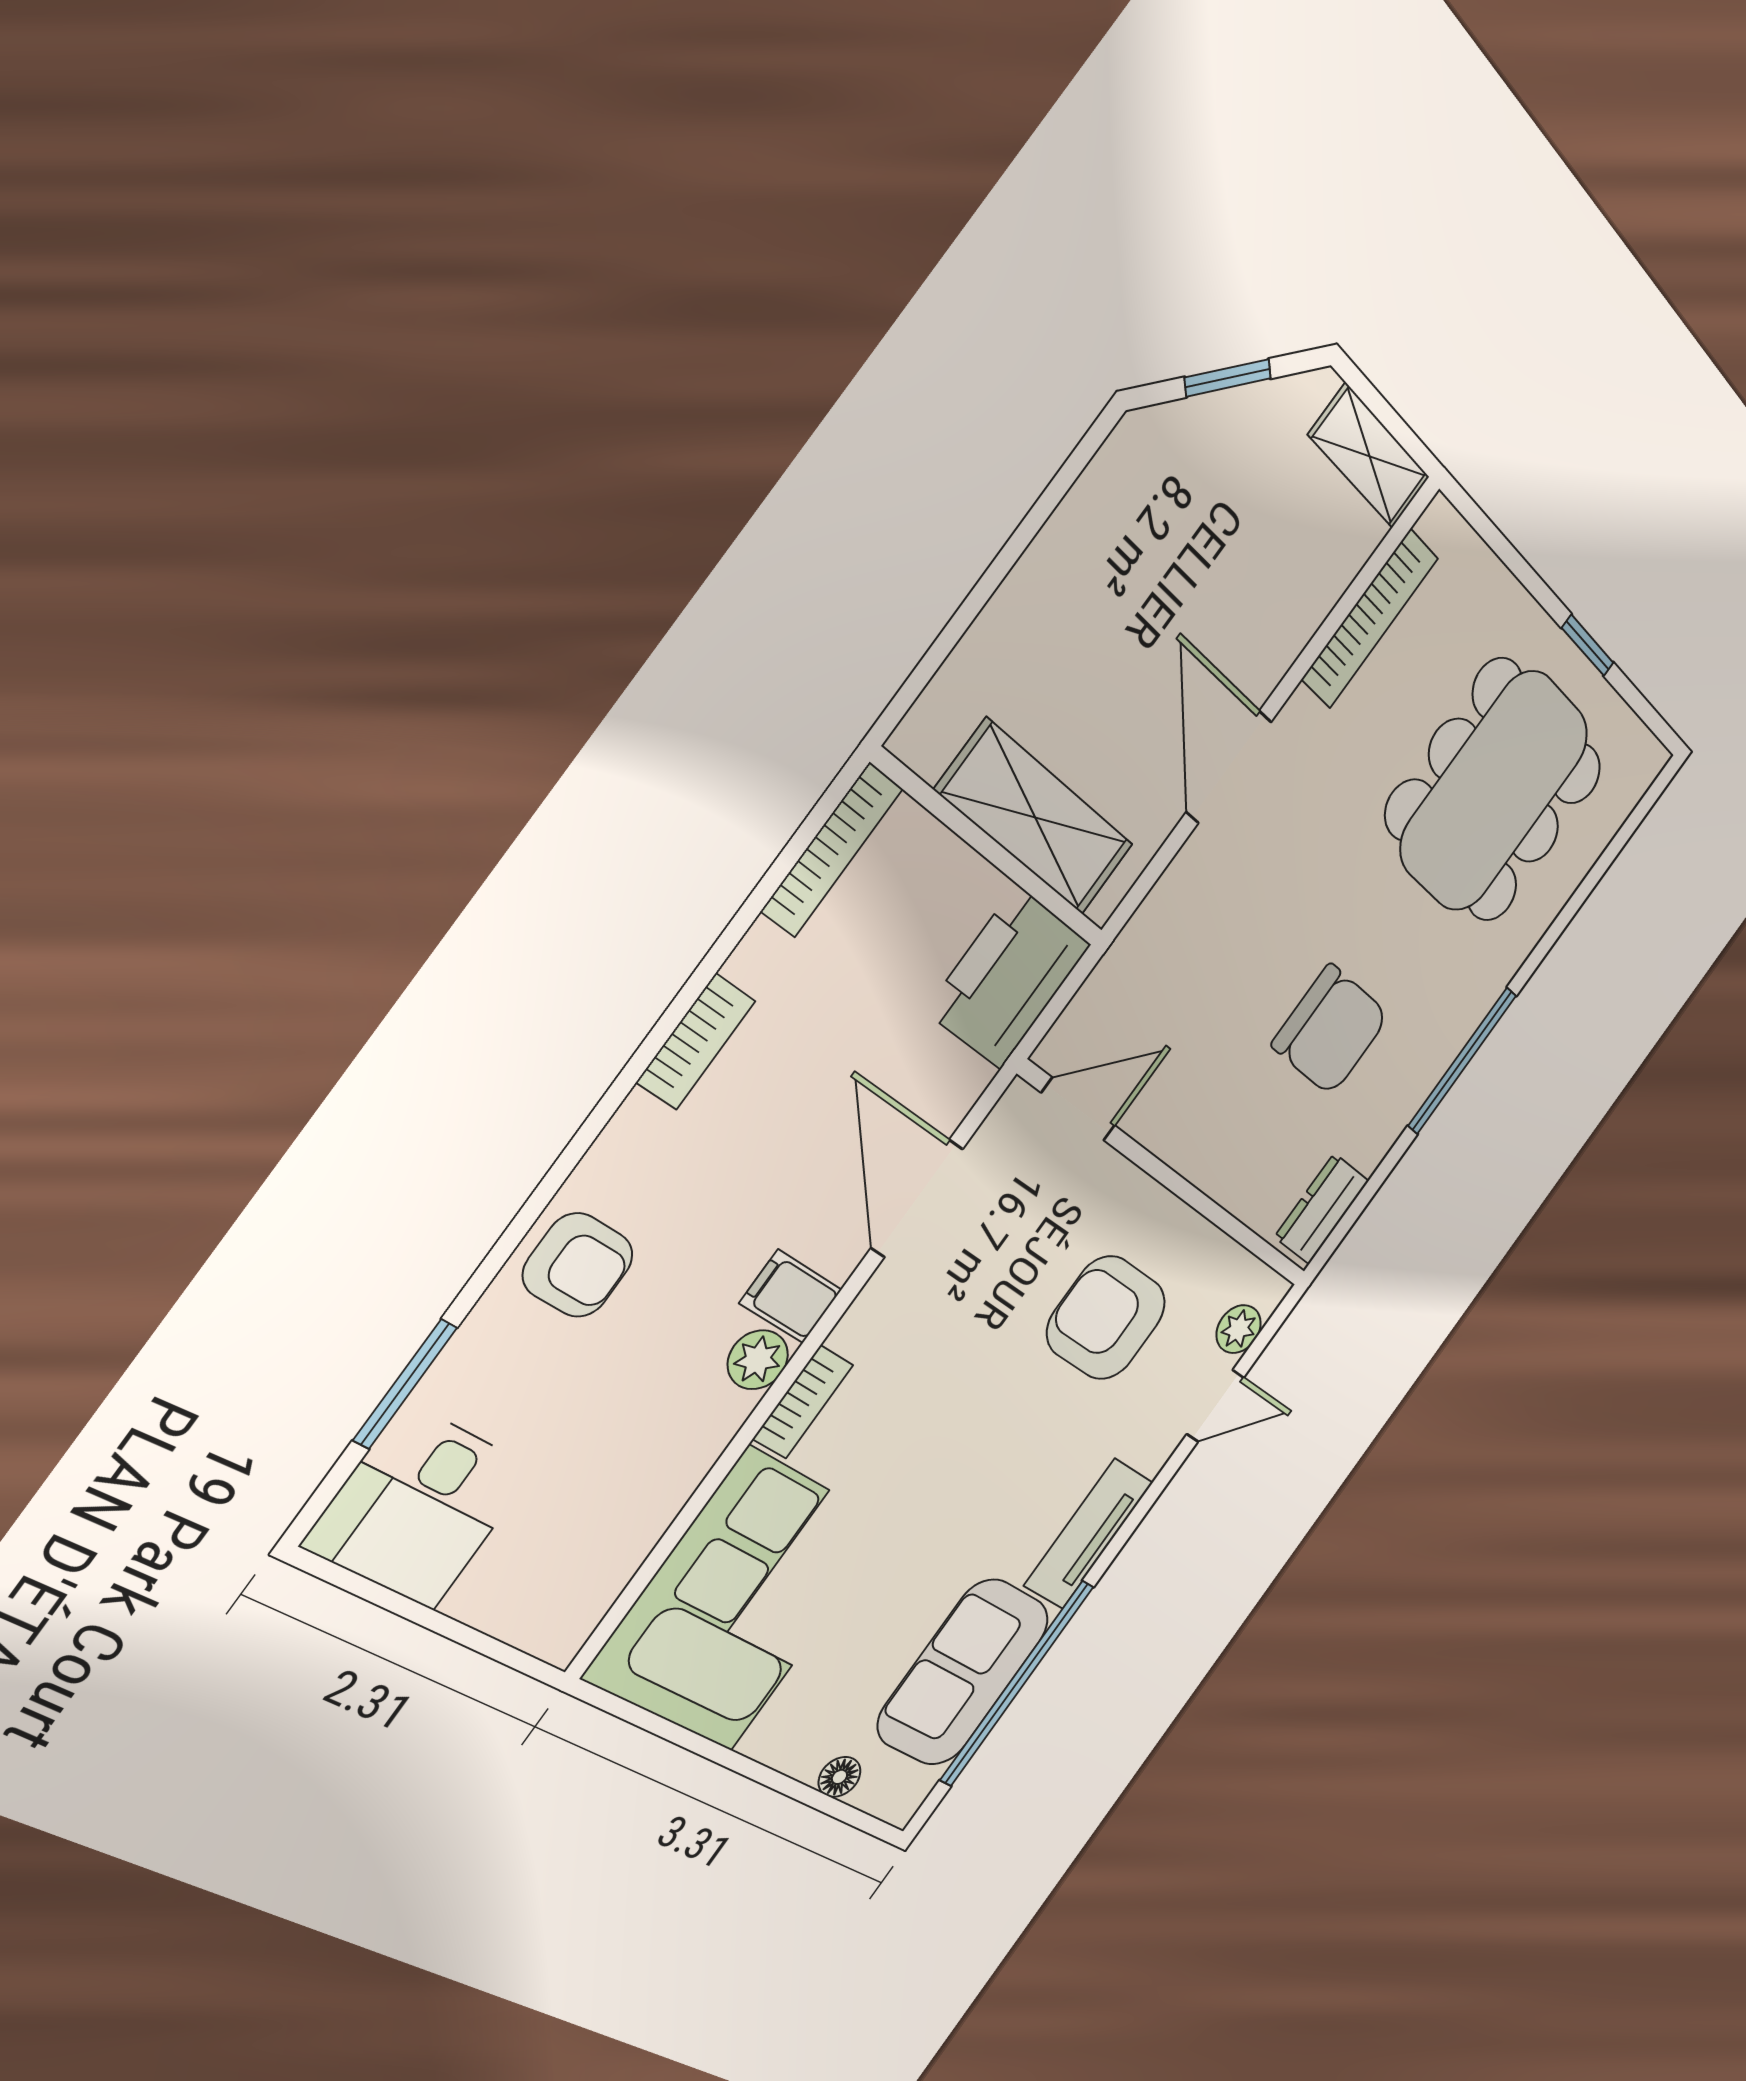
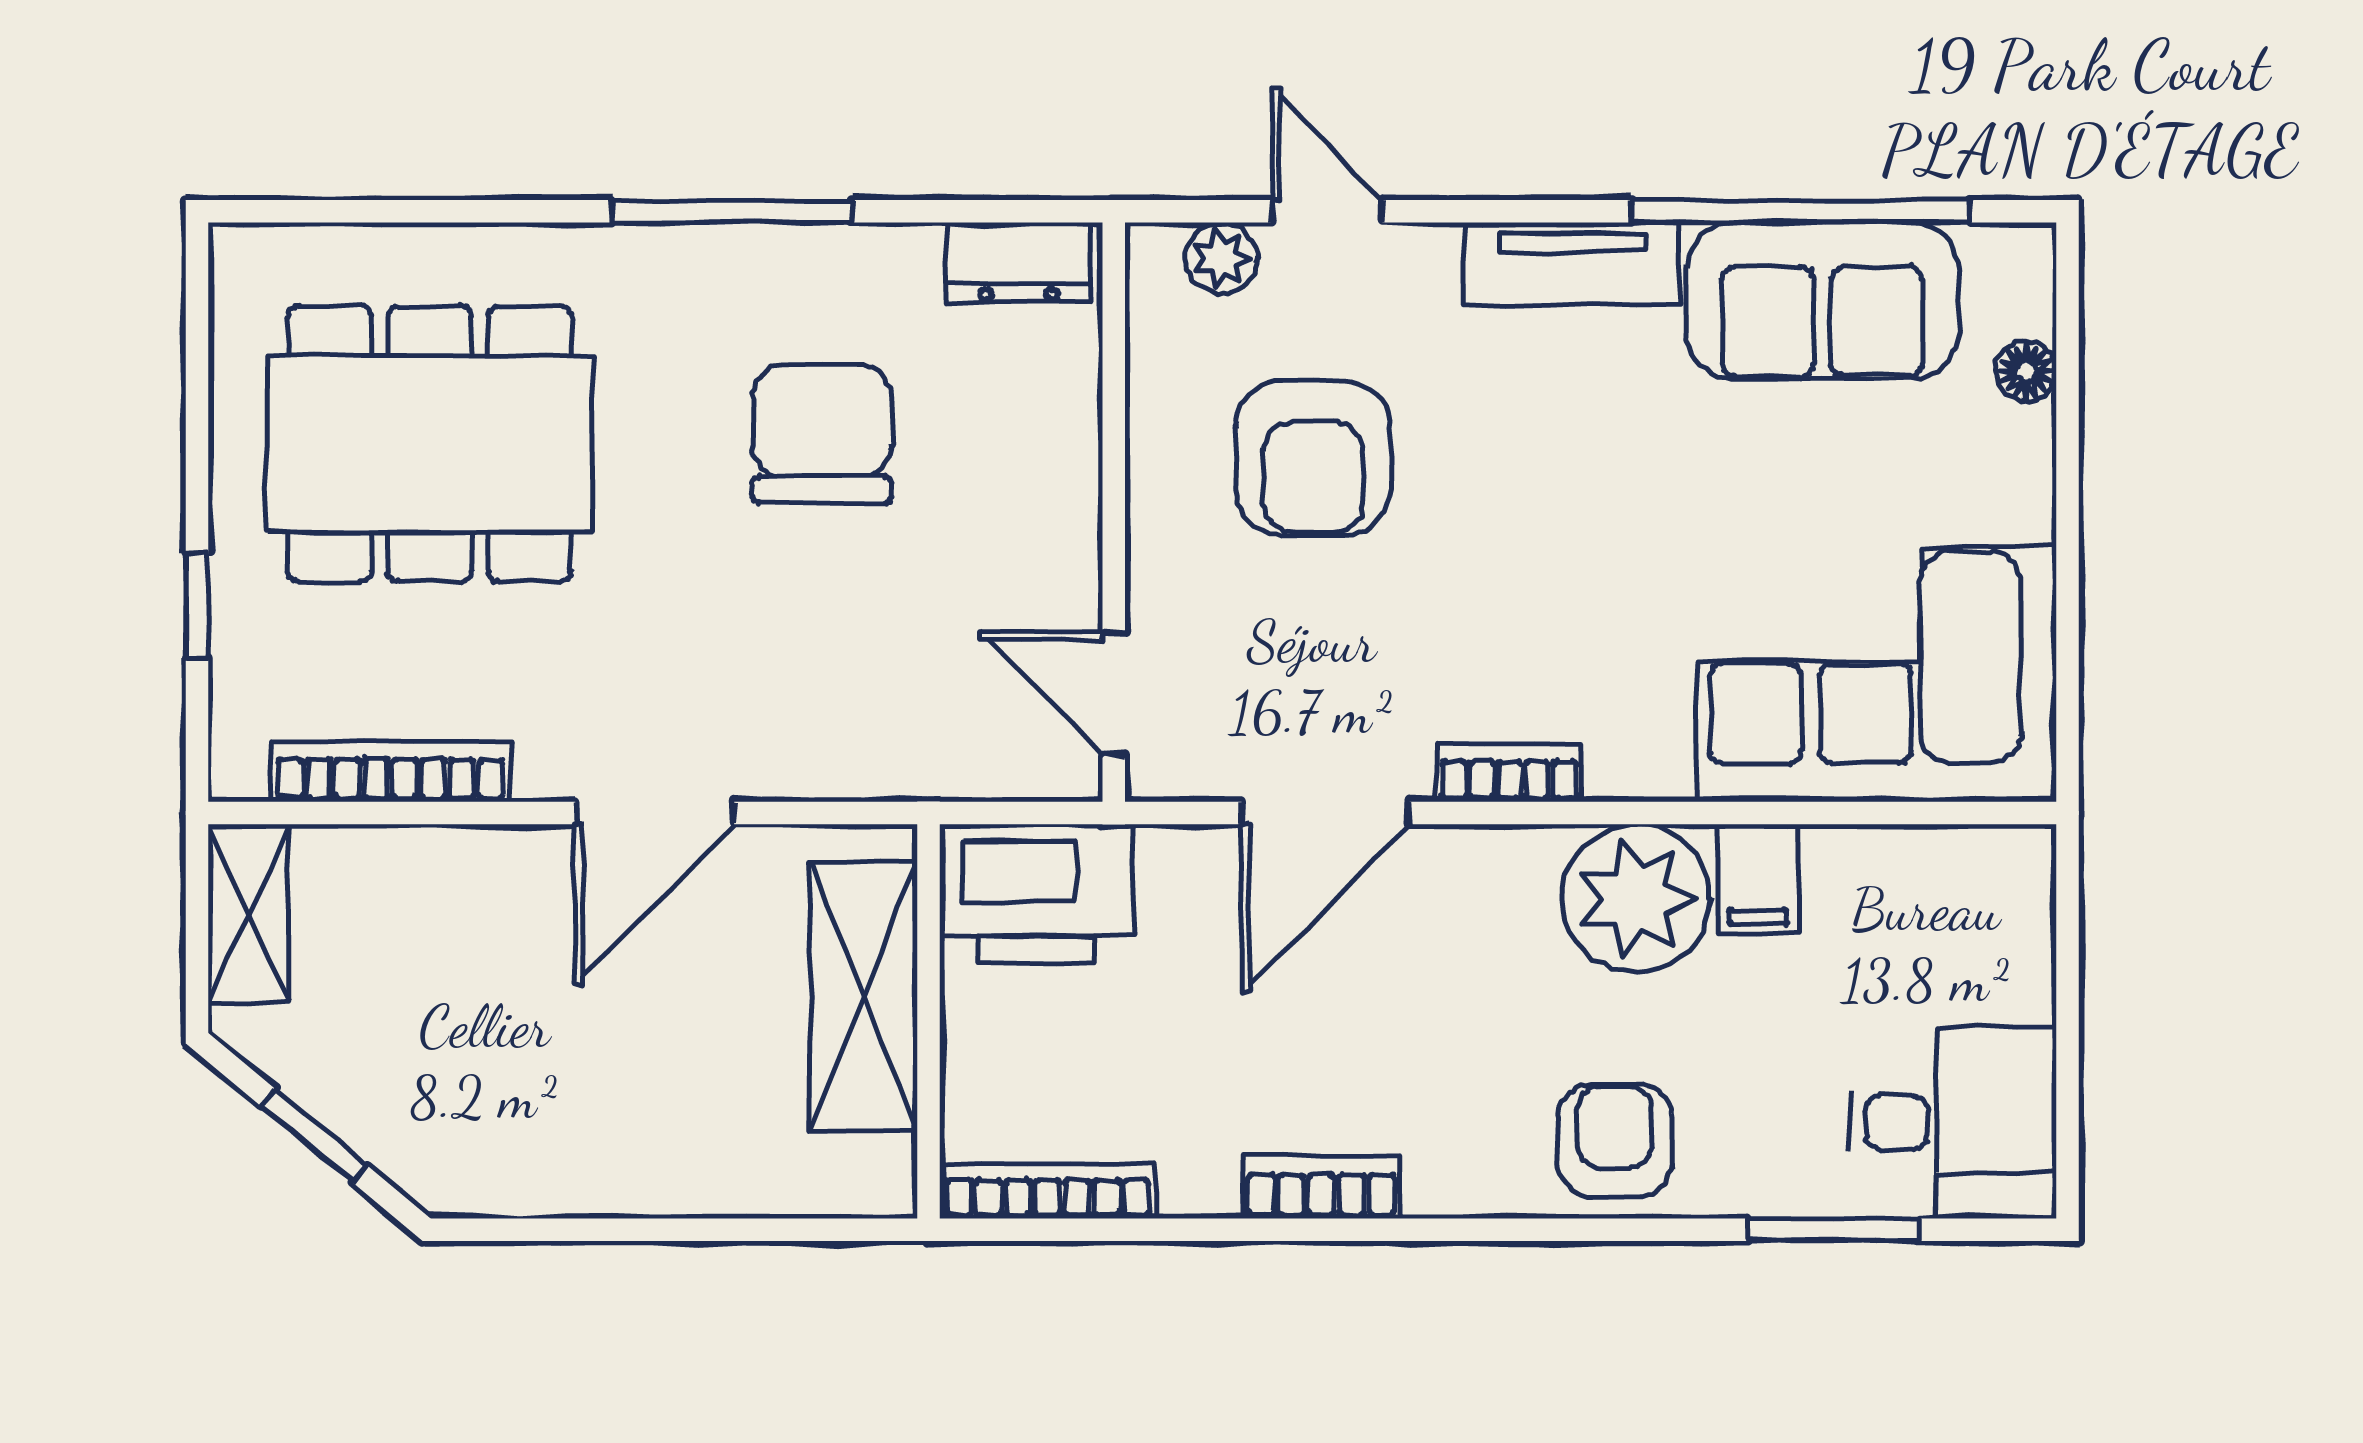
window: (1588, 645) -> (197, 605), moved
filing cabinet: (791, 1296) -> (1758, 879), moved
plant: (758, 1360) -> (1636, 898), width x1.88, depth x1.88
bookcase: (803, 1402) -> (1509, 773), moved

